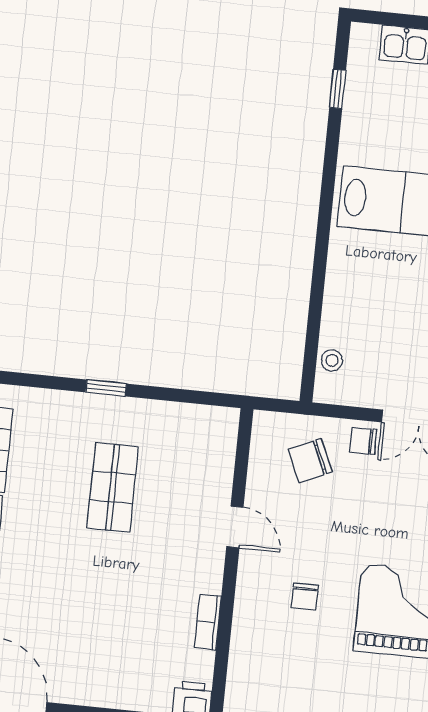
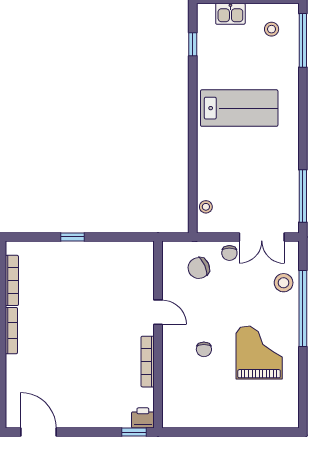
chair: (363, 441) -> (229, 253), turned -90
shop shelf: (113, 487) -> (83, 296), removed
bookcase: (208, 622) -> (148, 362), width x1.56

